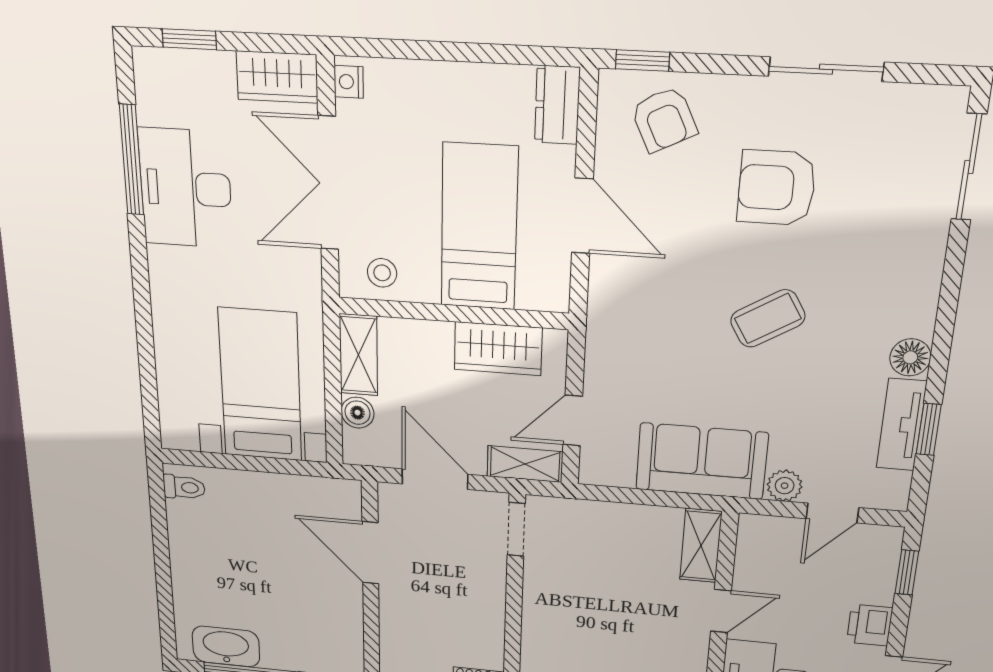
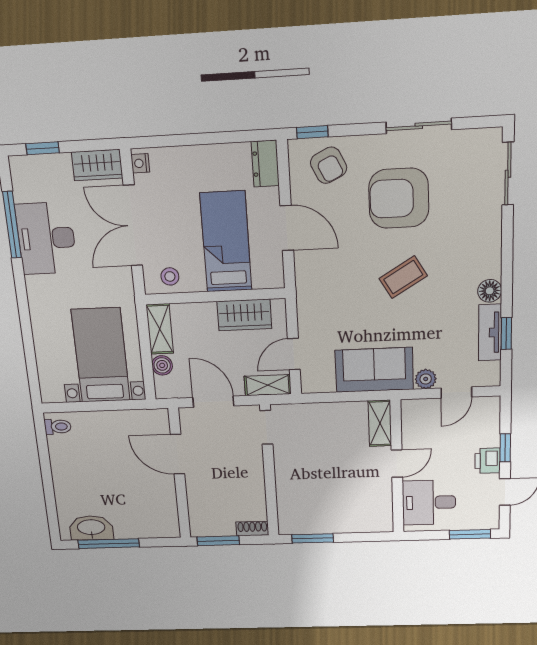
armchair: (776, 188) -> (399, 198), width x1.36, depth x1.36
window: (907, 572) -> (505, 448), moved

